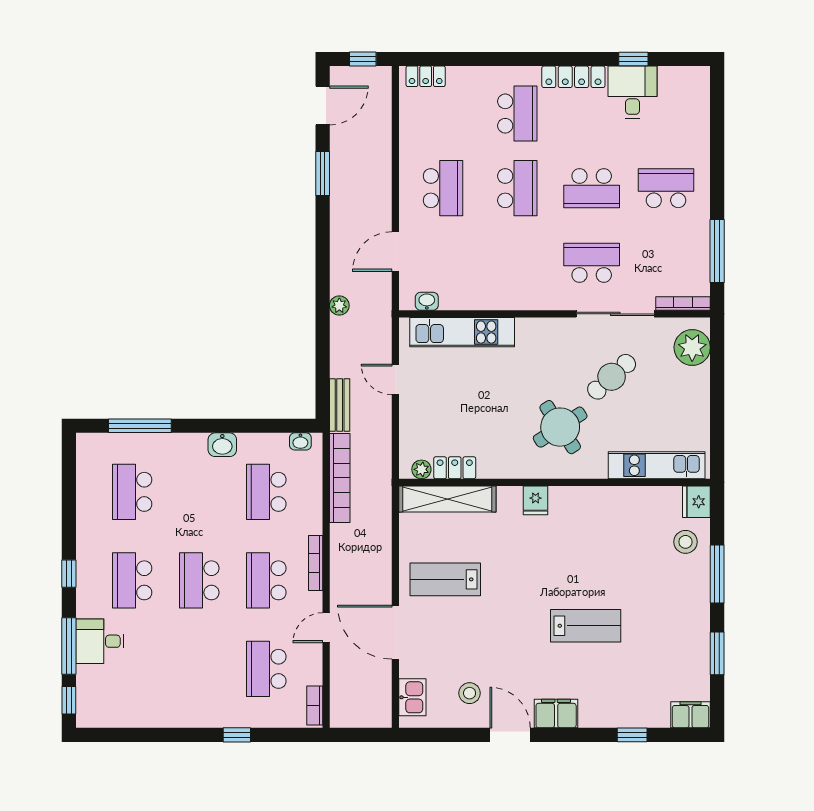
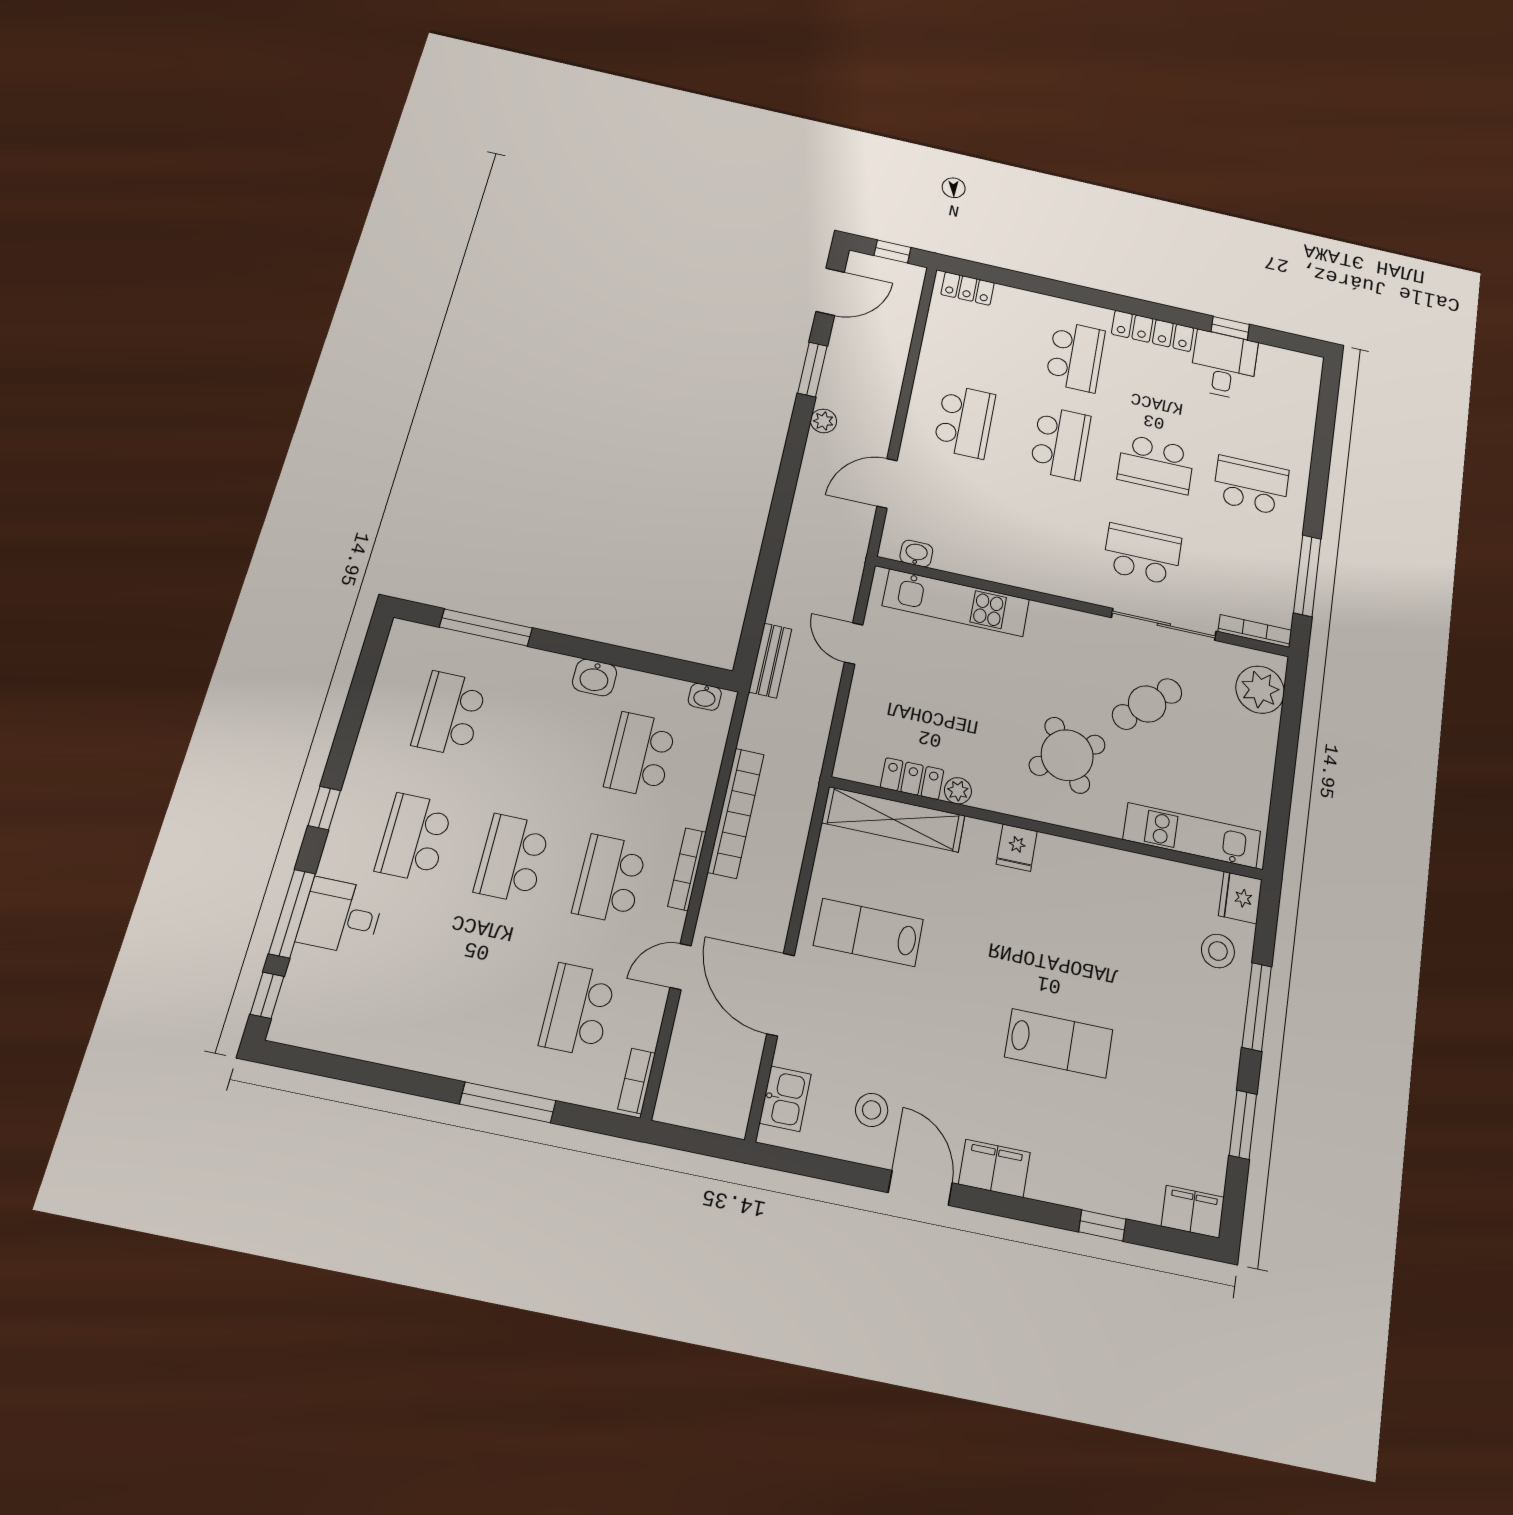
plant: (339, 305) -> (823, 421), moved
plant: (421, 469) -> (958, 791), moved
bookcase: (340, 478) -> (736, 813), moved
window: (237, 735) -> (508, 1102), width x2.17

